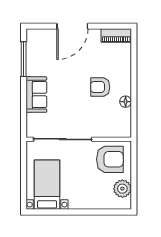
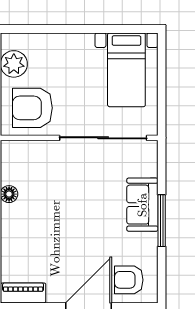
window: (24, 59) -> (162, 221), moved
armchair: (100, 87) -> (129, 280), moved, turned 180

